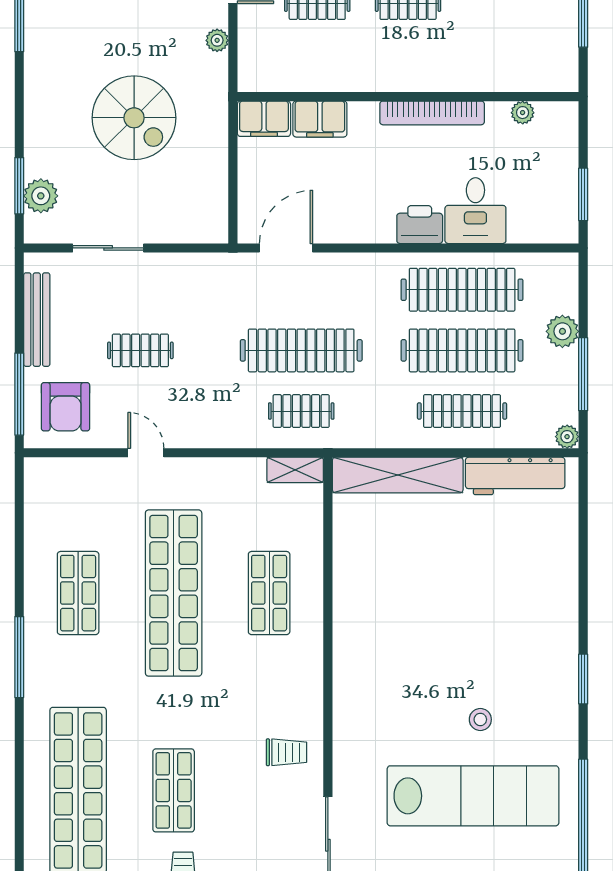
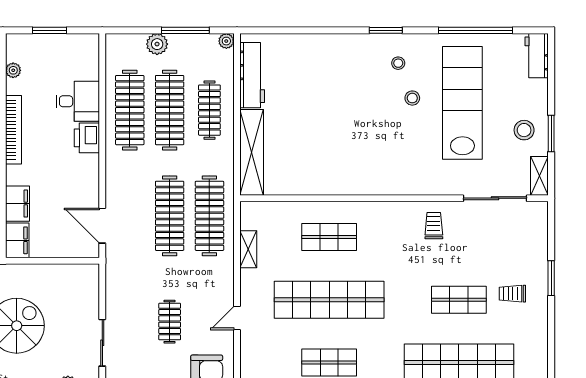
window: (583, 194) -> (49, 30), moved
clothes rail: (301, 411) -> (209, 216), width x1.86, depth x1.31
shelving: (295, 470) -> (248, 249), moved
stool: (533, 698) -> (398, 63), added

